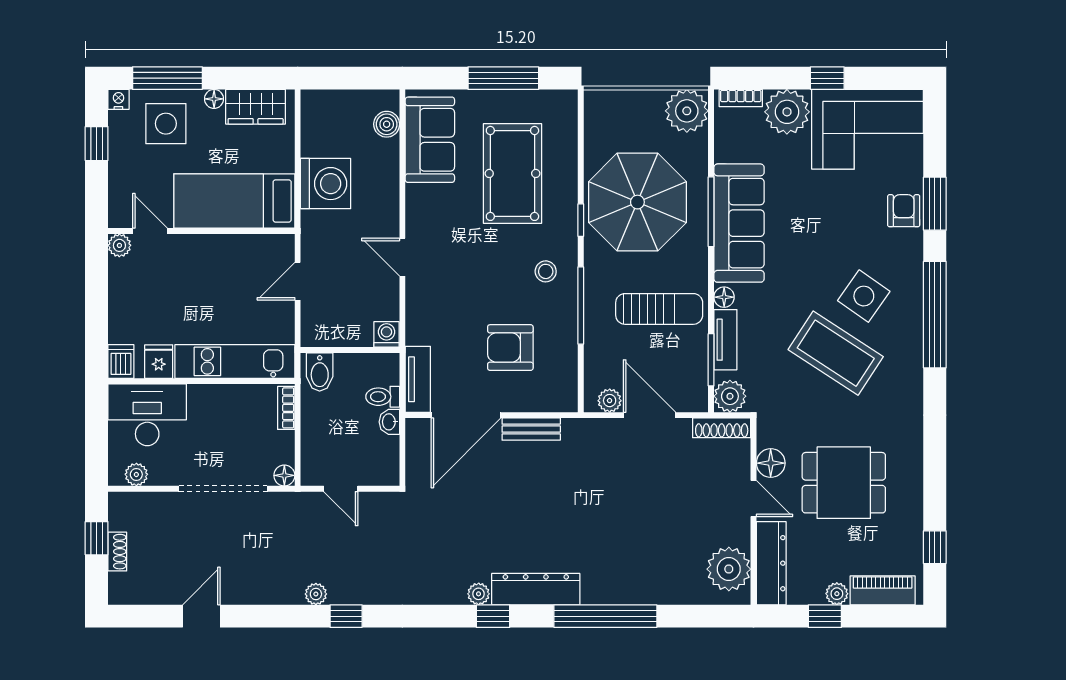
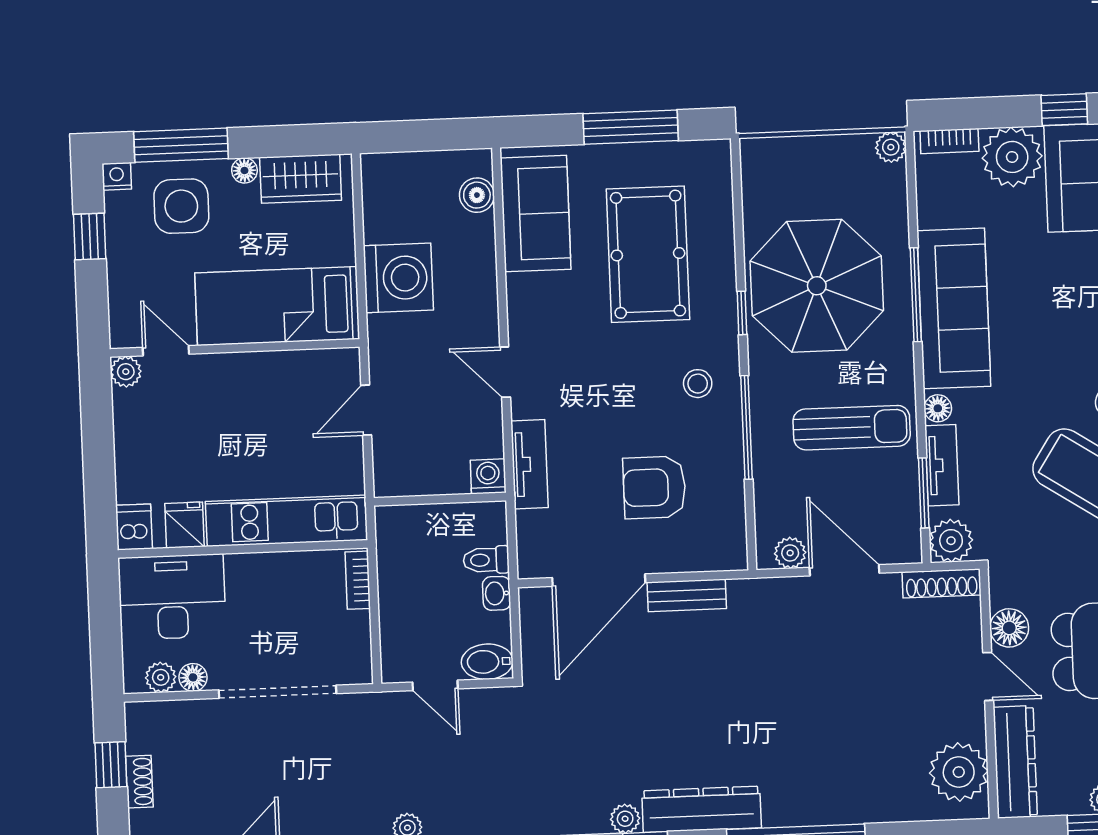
plant: (687, 111) -> (891, 147), width x0.53, depth x0.53
bidet: (320, 372) -> (487, 662), moved, turned 90
tv unit: (418, 379) -> (529, 464), moved
floor lamp: (284, 475) -> (193, 677), moved

